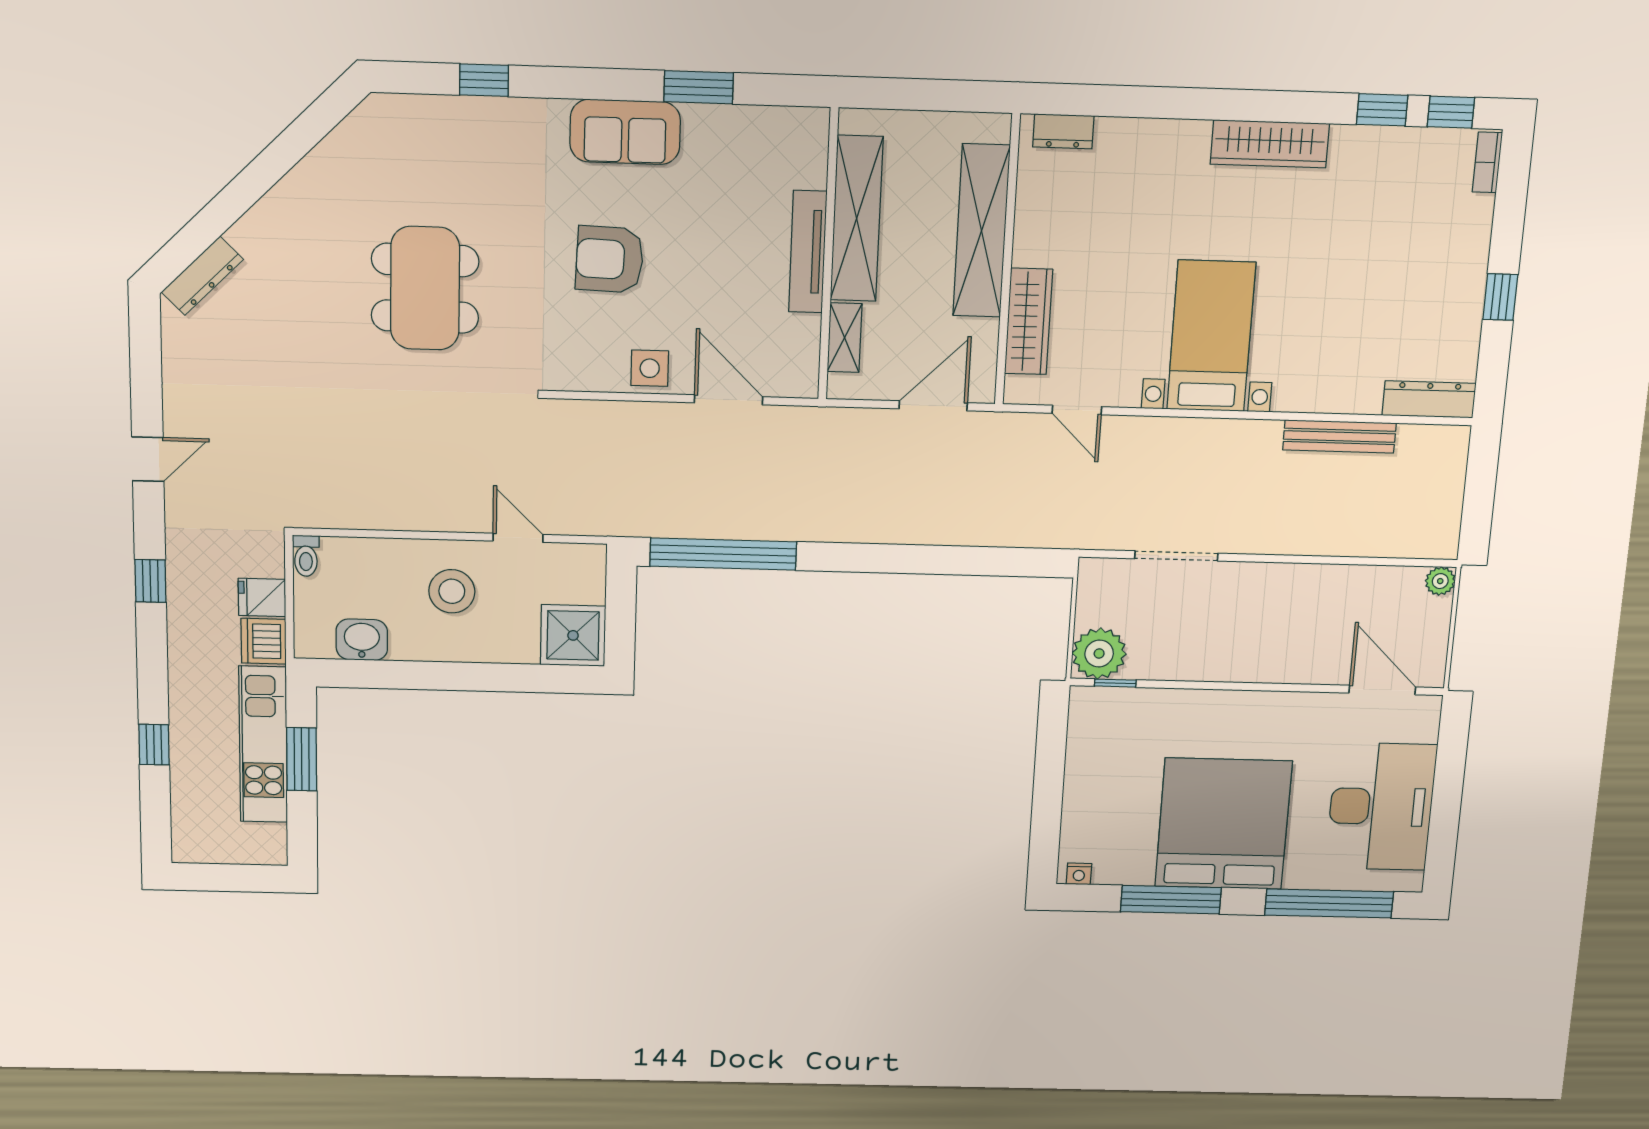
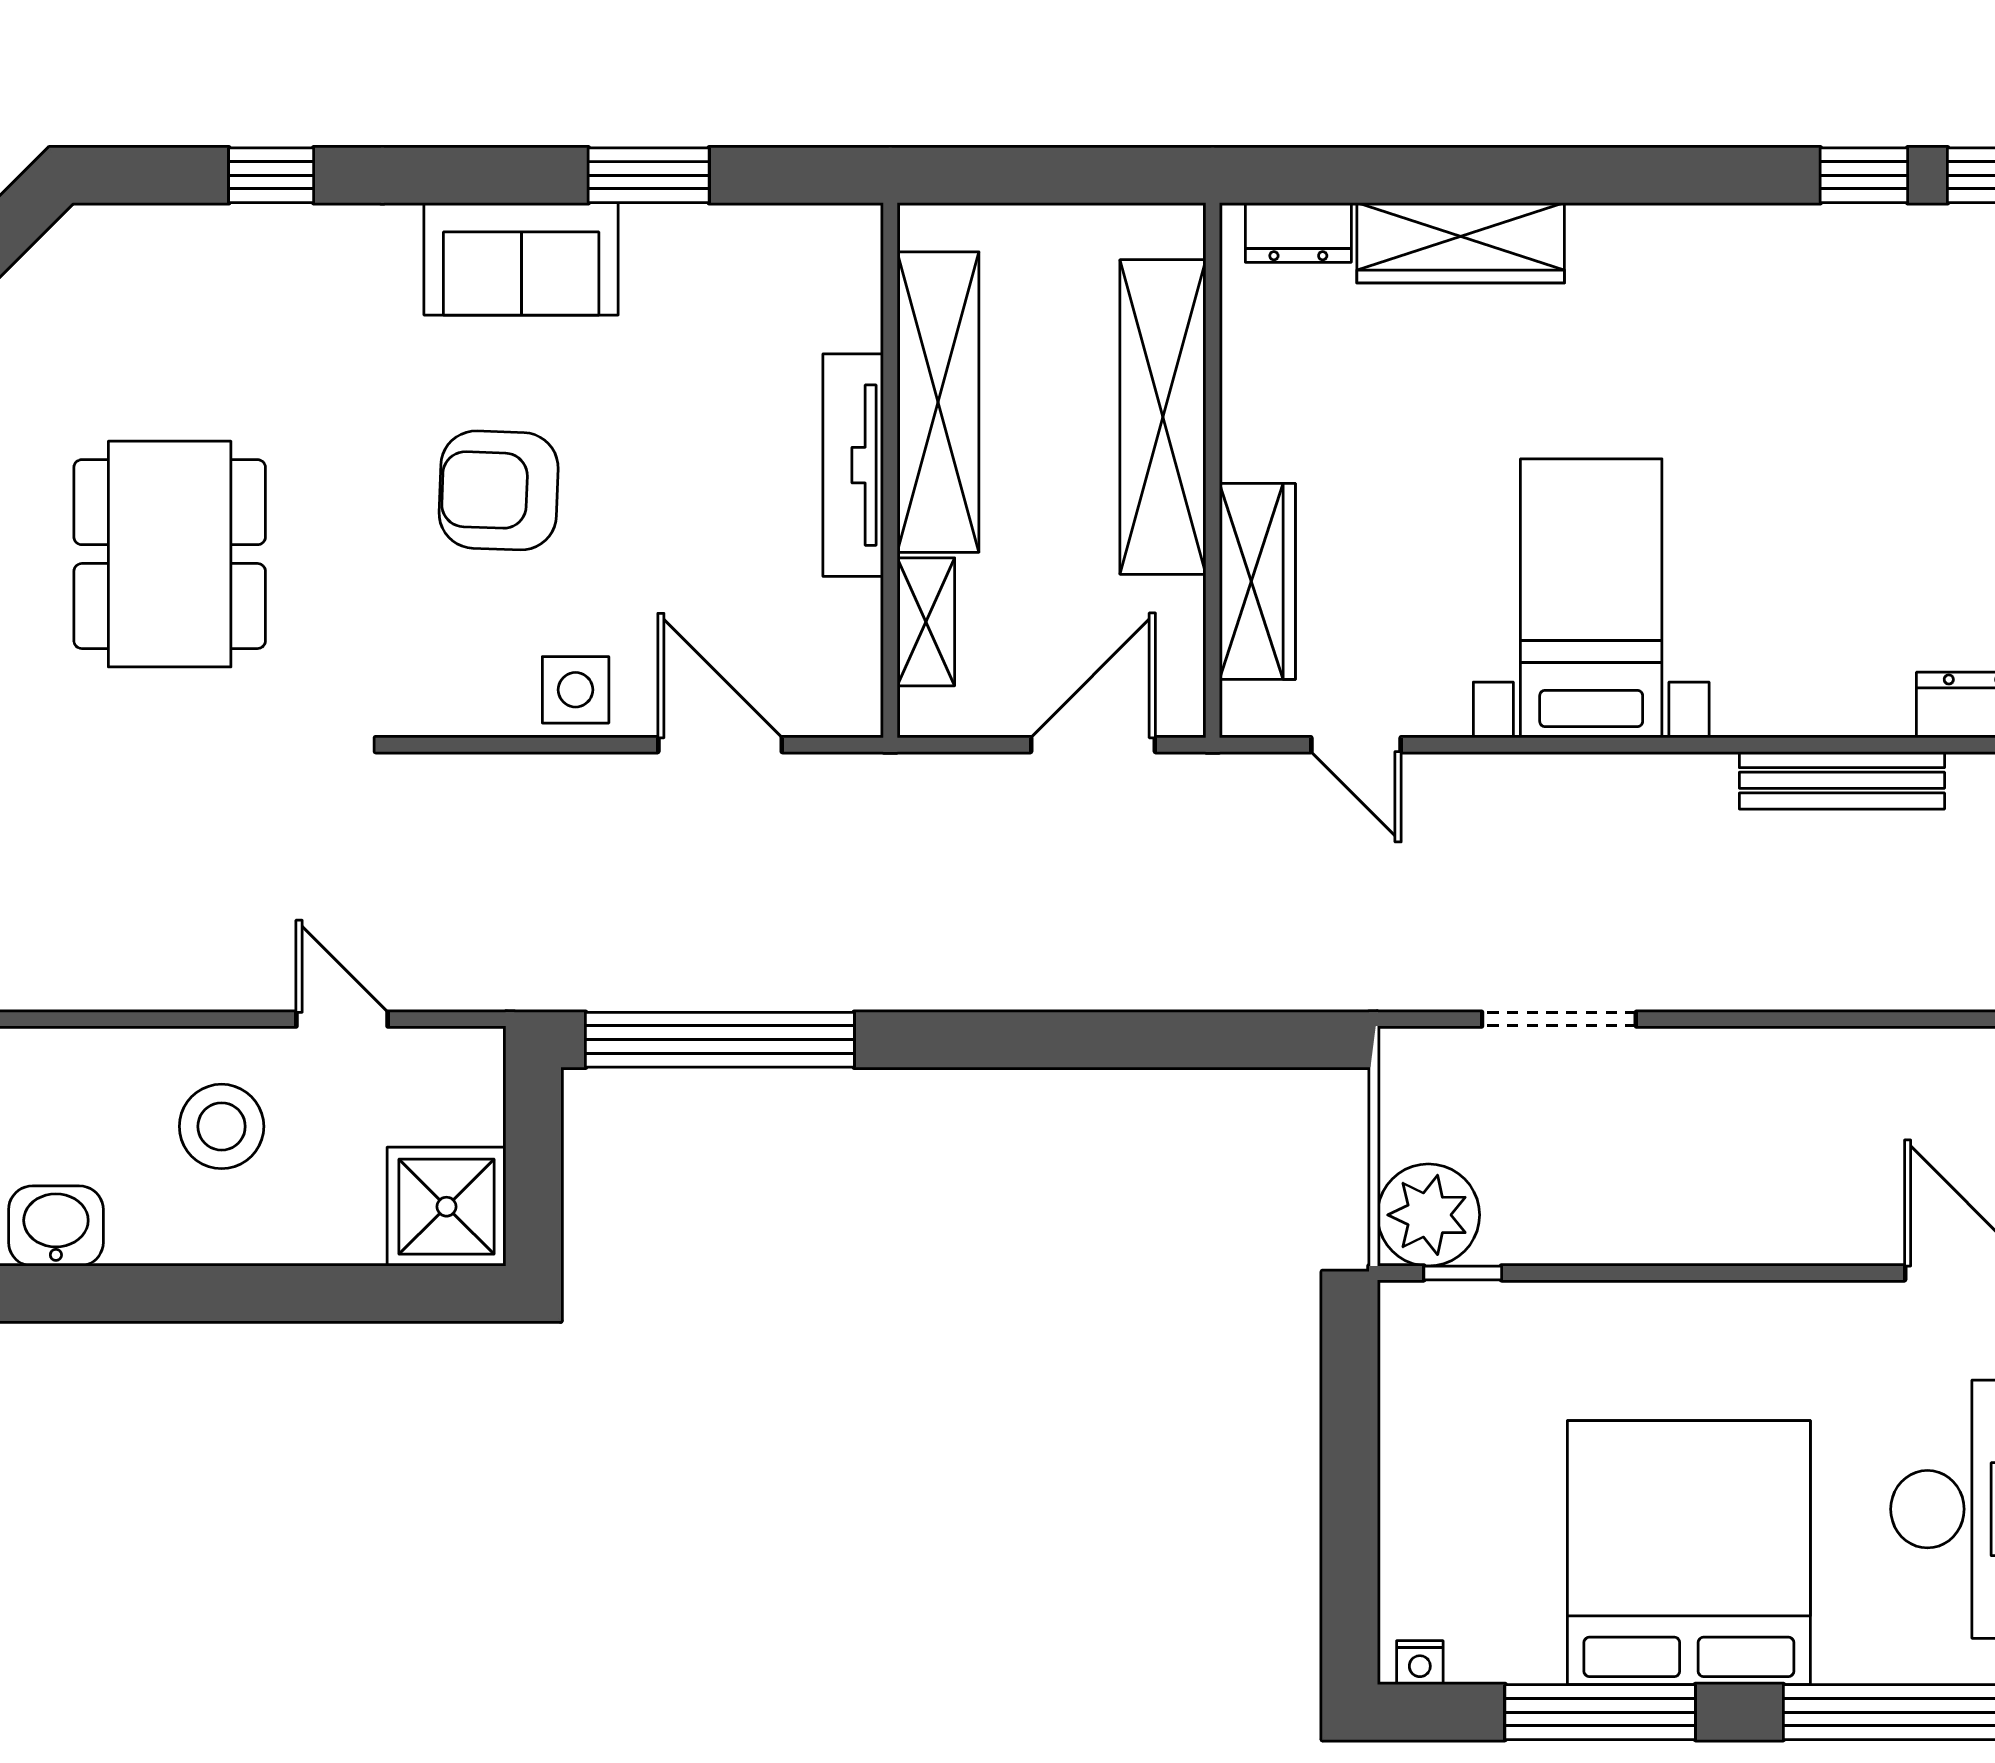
wardrobe: (1270, 144) -> (1461, 243), moved

